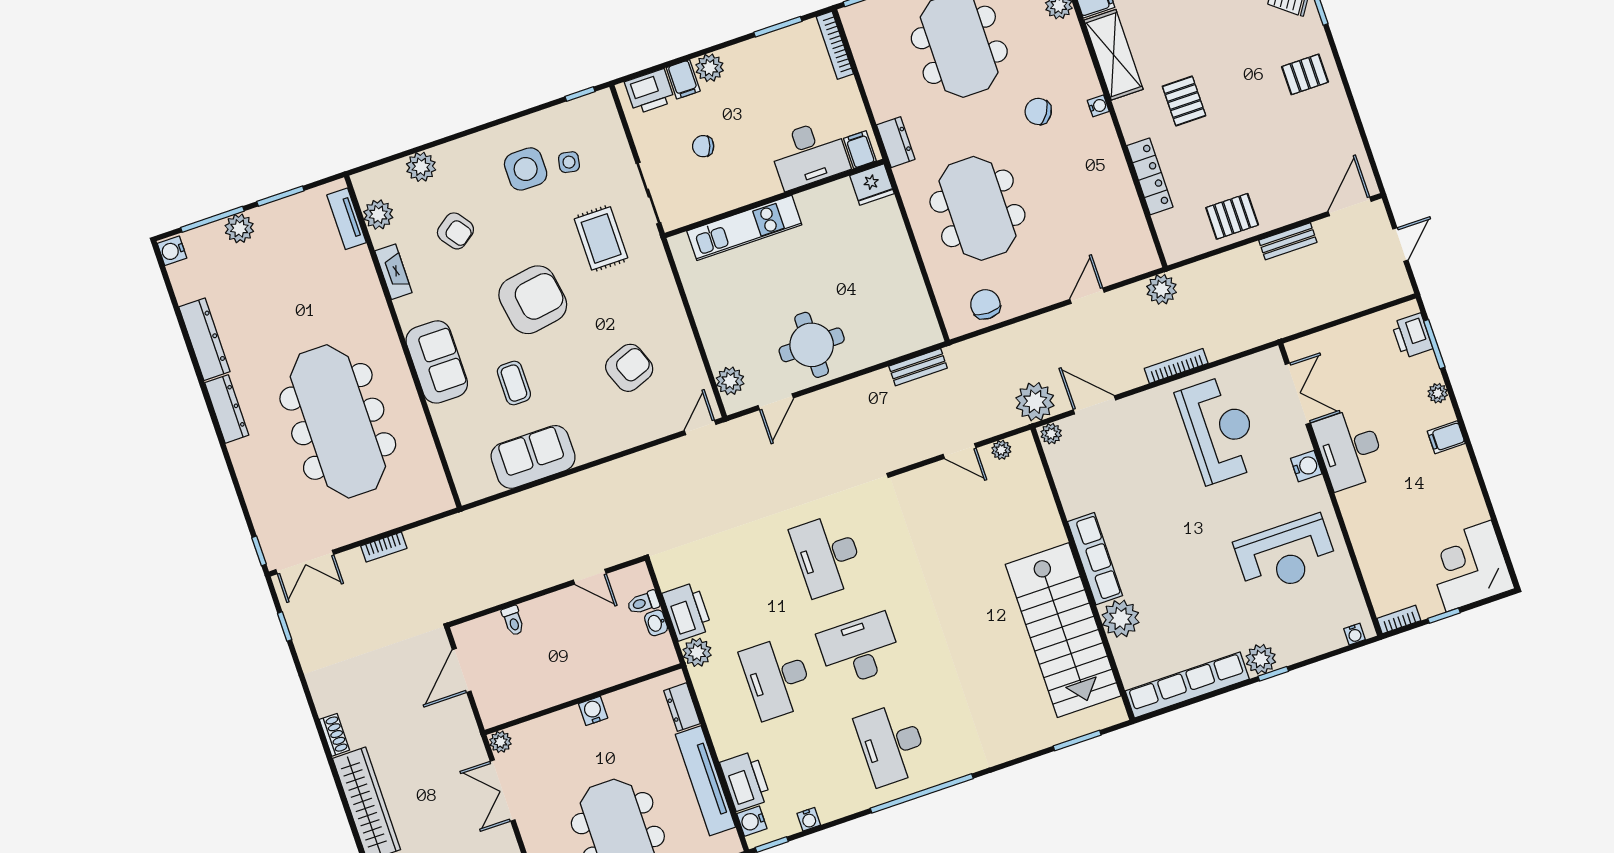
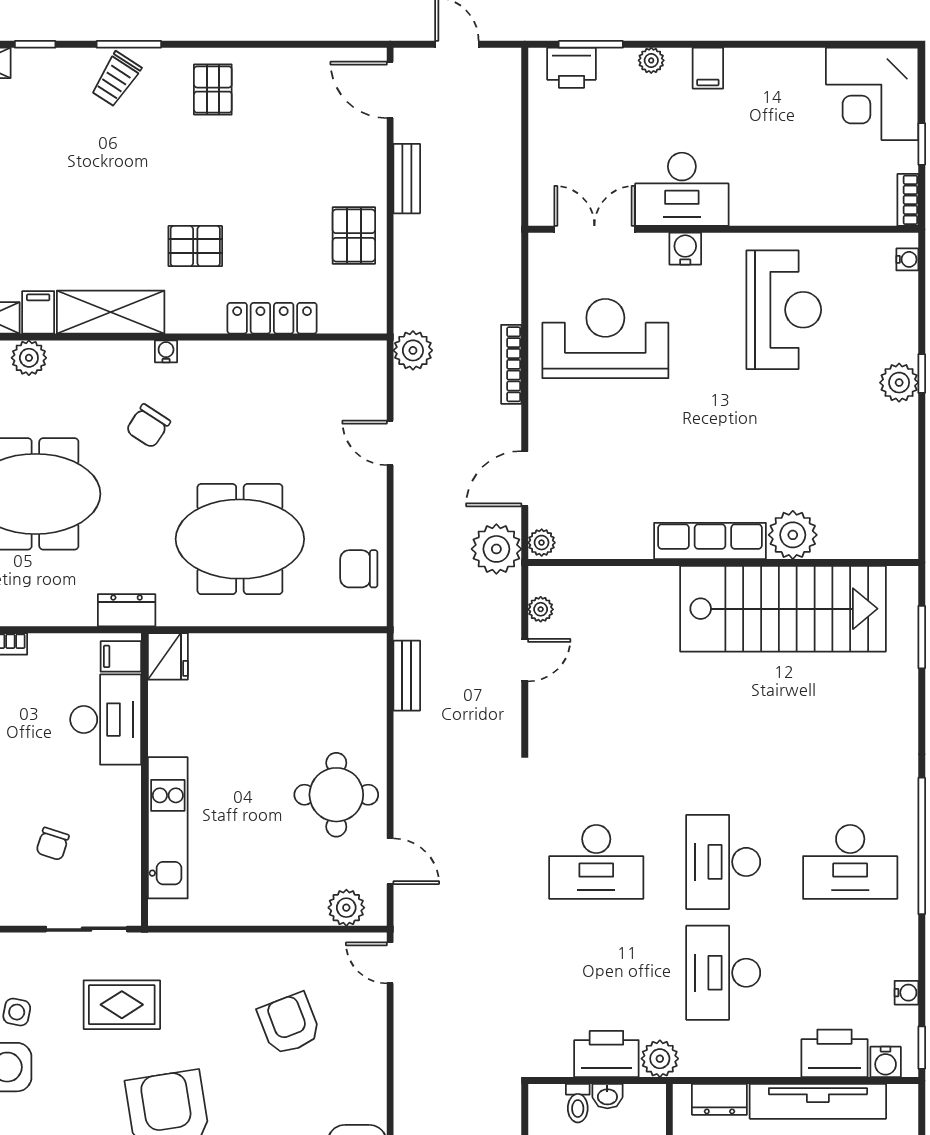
desk: (777, 678) -> (723, 973), turned 90
row of seats: (1187, 685) -> (900, 482), removed

